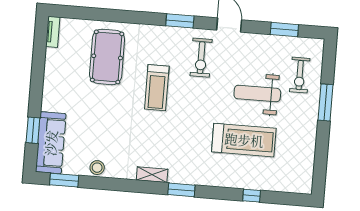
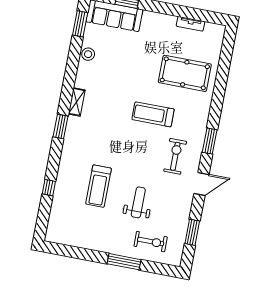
tv unit: (53, 32) -> (190, 24), moved
exercise bike: (201, 58) -> (175, 156), turned 90
exercise bike: (300, 75) -> (151, 242), turned 180
weight bench: (257, 94) -> (138, 202), width x0.73, depth x0.75
treadmill: (244, 140) -> (99, 186), width x0.73, depth x0.73

